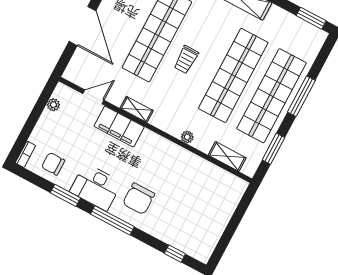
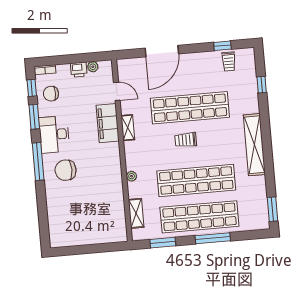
printer: (47, 121) -> (79, 70), added
chair: (53, 164) -> (51, 94), turned -90
window: (175, 254) -> (32, 88), moved

